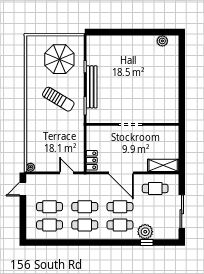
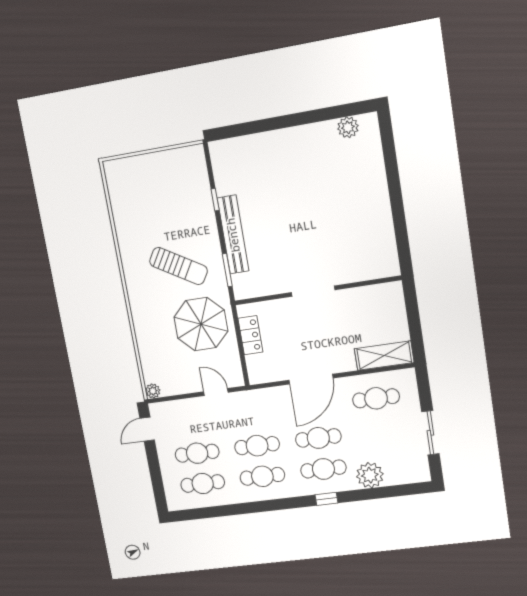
parasol: (59, 59) -> (201, 324), moved
locker: (92, 160) -> (250, 335), moved
door: (121, 173) -> (311, 379), hinge flipped
sliding door: (182, 212) -> (430, 433), width x0.73
window: (147, 243) -> (326, 499), moved

